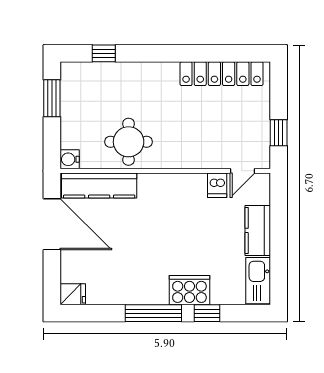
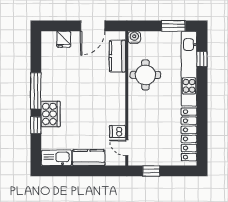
kitchen unit: (119, 74) -> (189, 69), added
kitchen counter: (99, 185) -> (117, 56), width x0.67
door: (52, 224) -> (93, 26), width x0.73
fridge: (73, 294) -> (64, 39), moved

